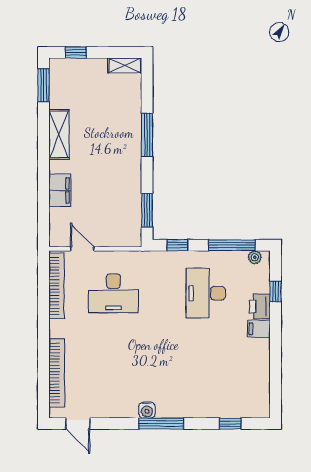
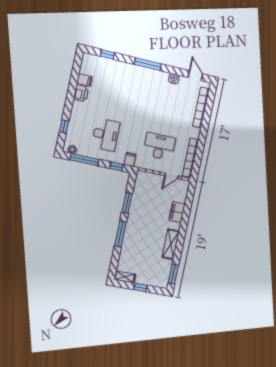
window: (76, 52) -> (140, 287), moved
window: (147, 210) -> (127, 203), moved
door: (82, 249) -> (172, 176), hinge flipped
filing cabinet: (157, 261) -> (130, 159), added
printer: (260, 306) -> (81, 93), moved
filing cabinet: (259, 329) -> (84, 80), moved
water cooler: (147, 410) -> (174, 79), moved

